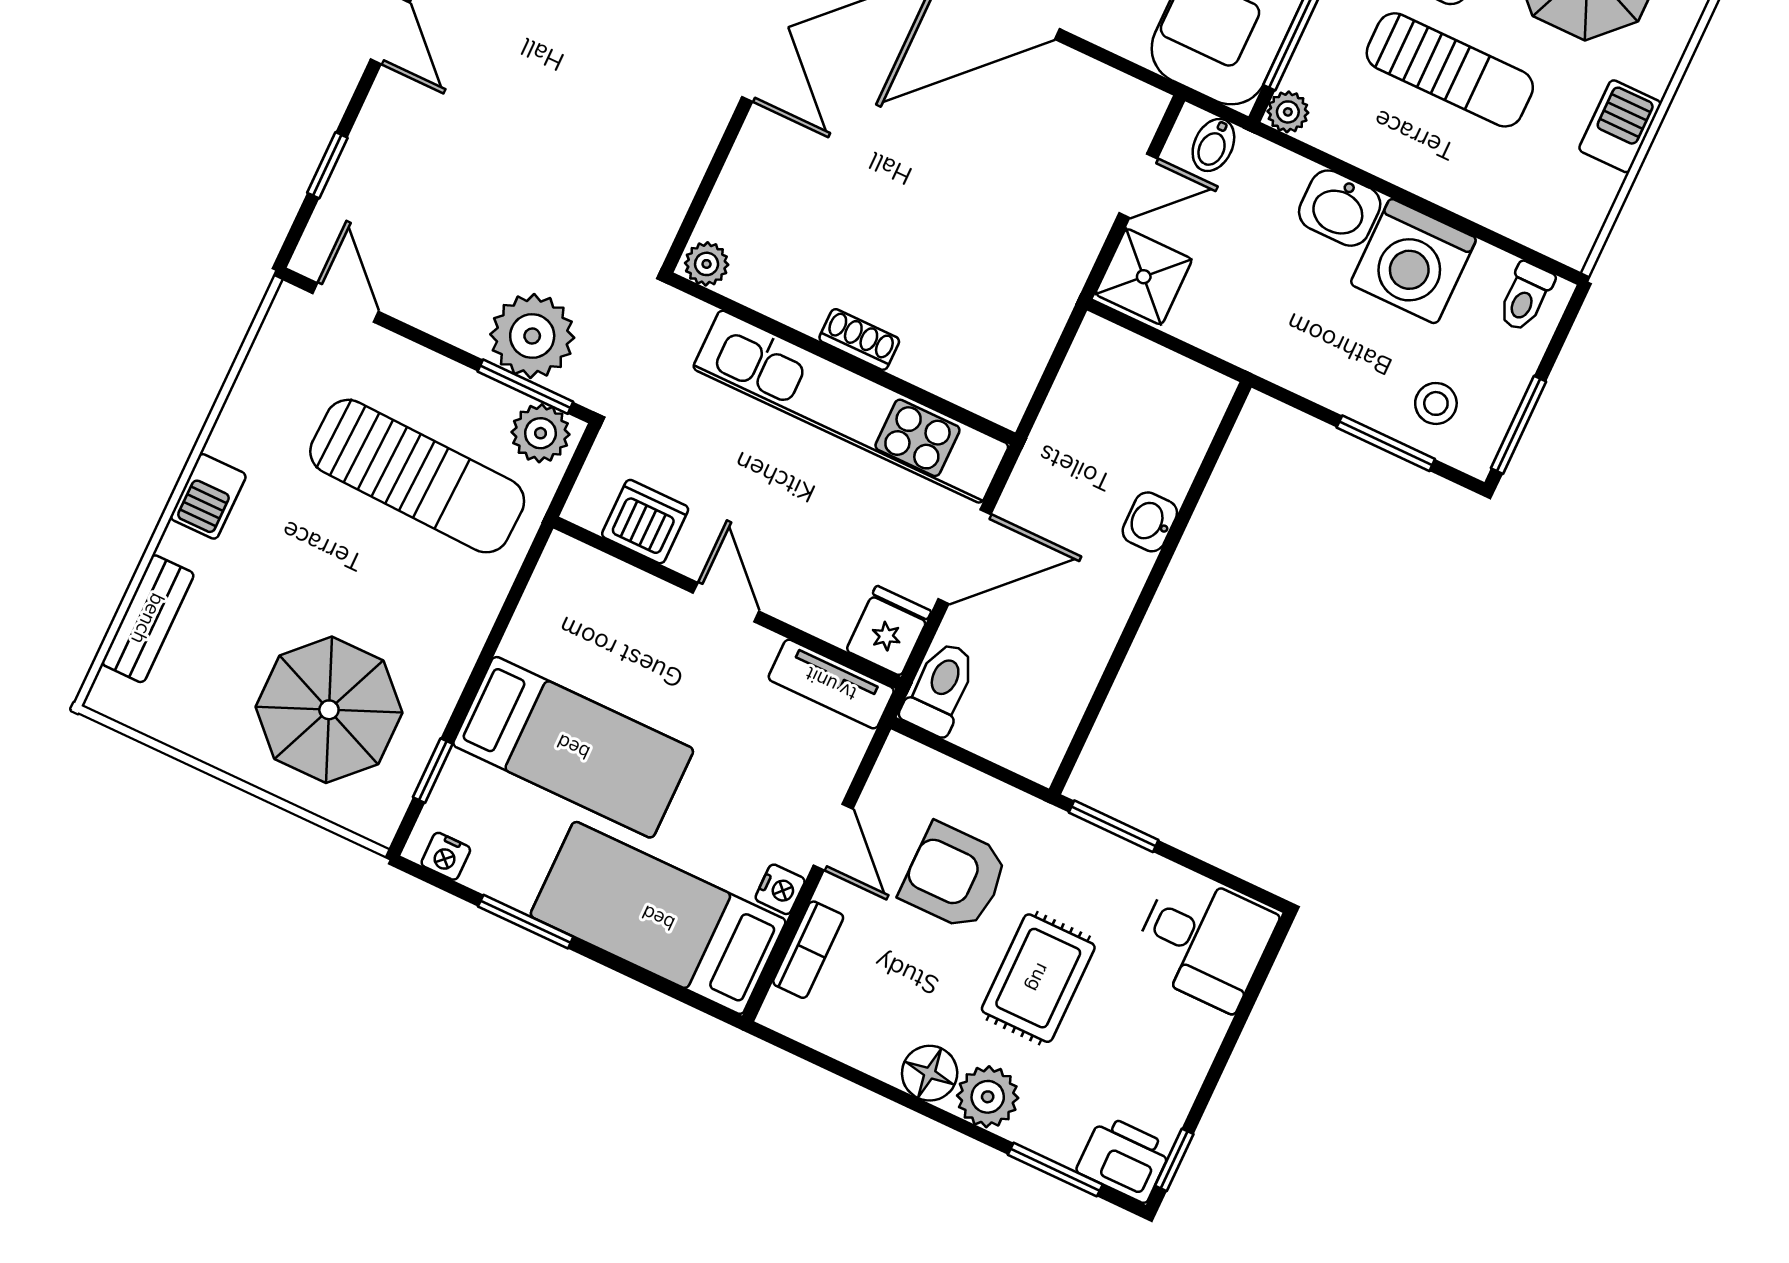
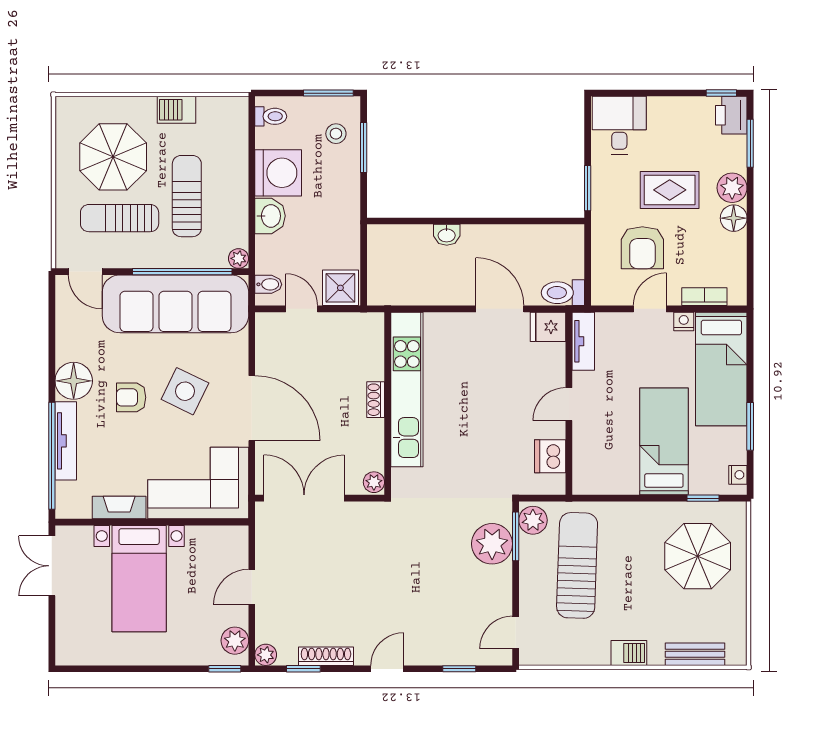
plant: (707, 264) -> (374, 482), moved
shoe rack: (859, 339) -> (376, 400), moved
wall: (842, 358) -> (388, 404), moved
kitchen unit: (851, 407) -> (407, 390), moved

